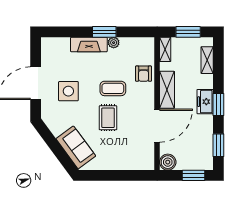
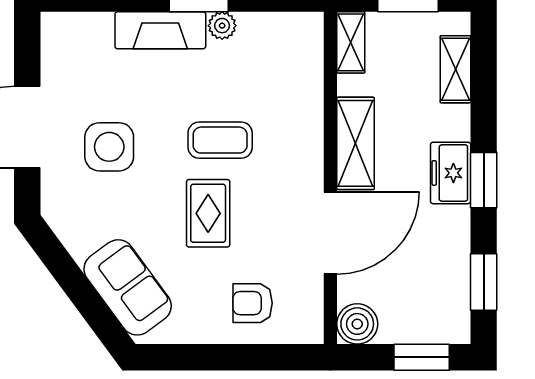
armchair: (144, 74) -> (253, 303), moved, turned 90

